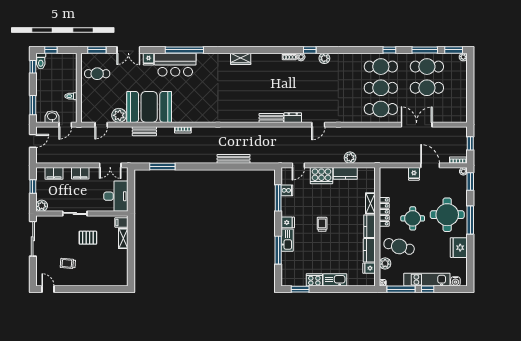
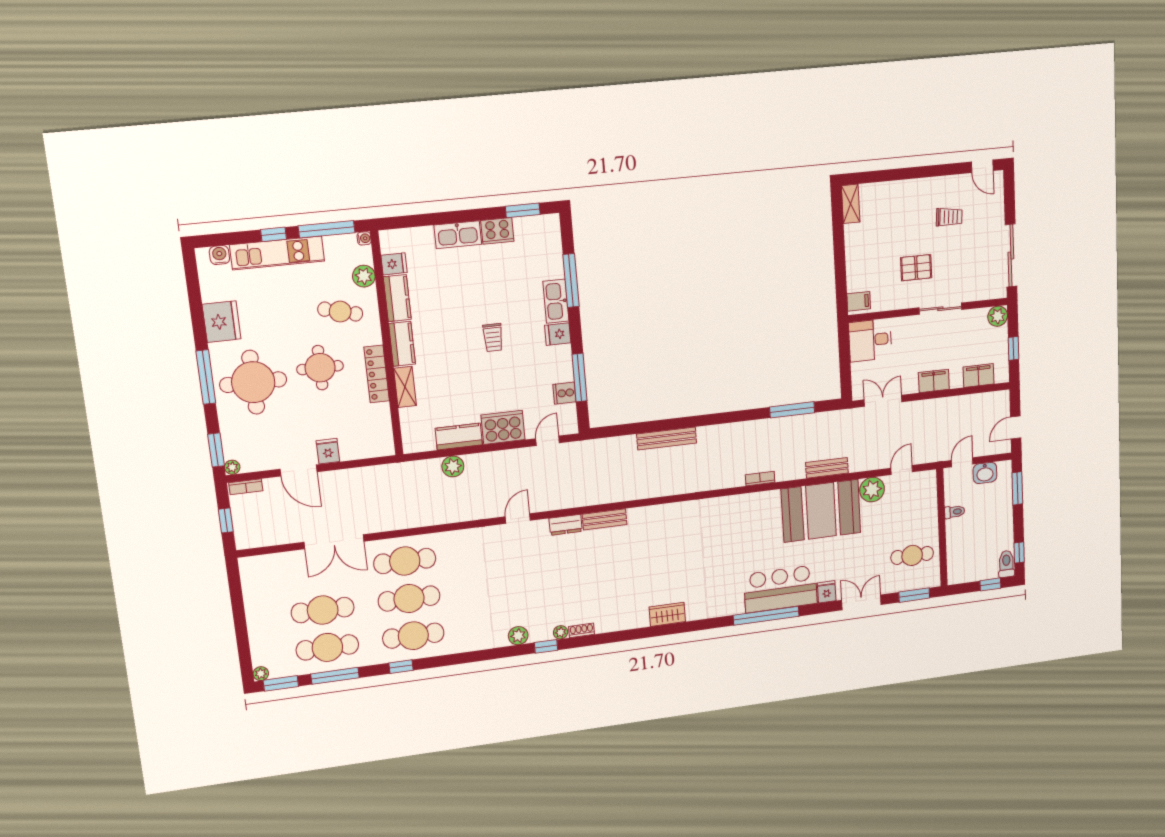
desk: (116, 196) -> (870, 340), width x0.73
shelving: (123, 238) -> (851, 204), moved
cafe table: (399, 246) -> (340, 312), width x0.73, depth x0.74

